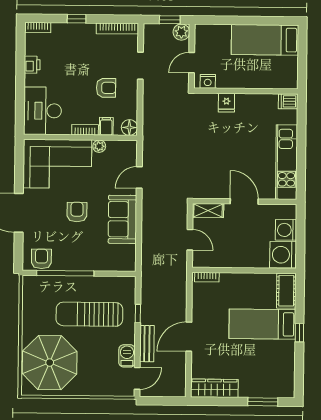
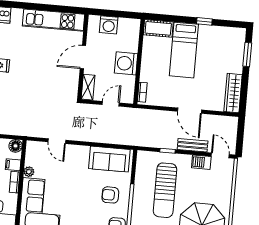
armchair: (77, 212) -> (110, 195), moved
sofa: (122, 219) -> (109, 159), moved
washing machine: (283, 255) -> (126, 63), moved, turned 90
window: (299, 333) -> (204, 21), moved

